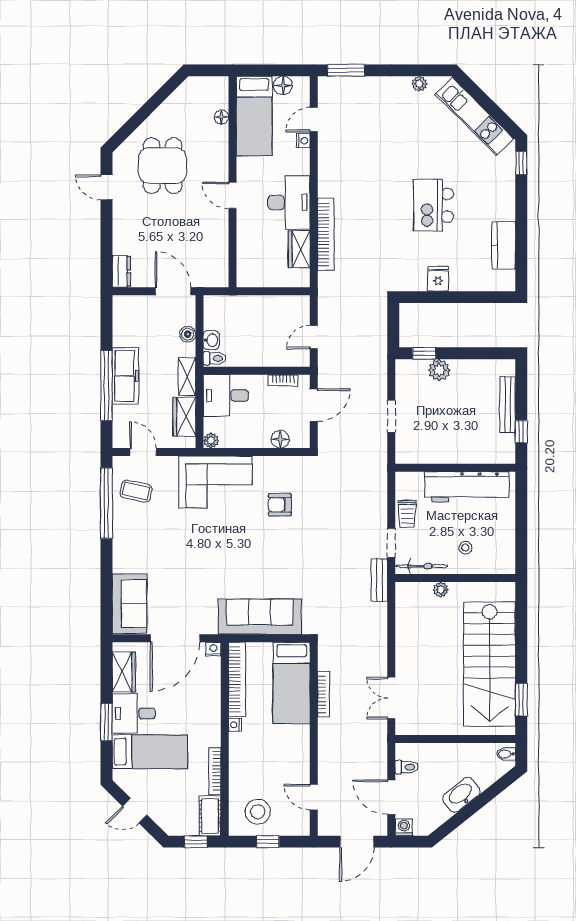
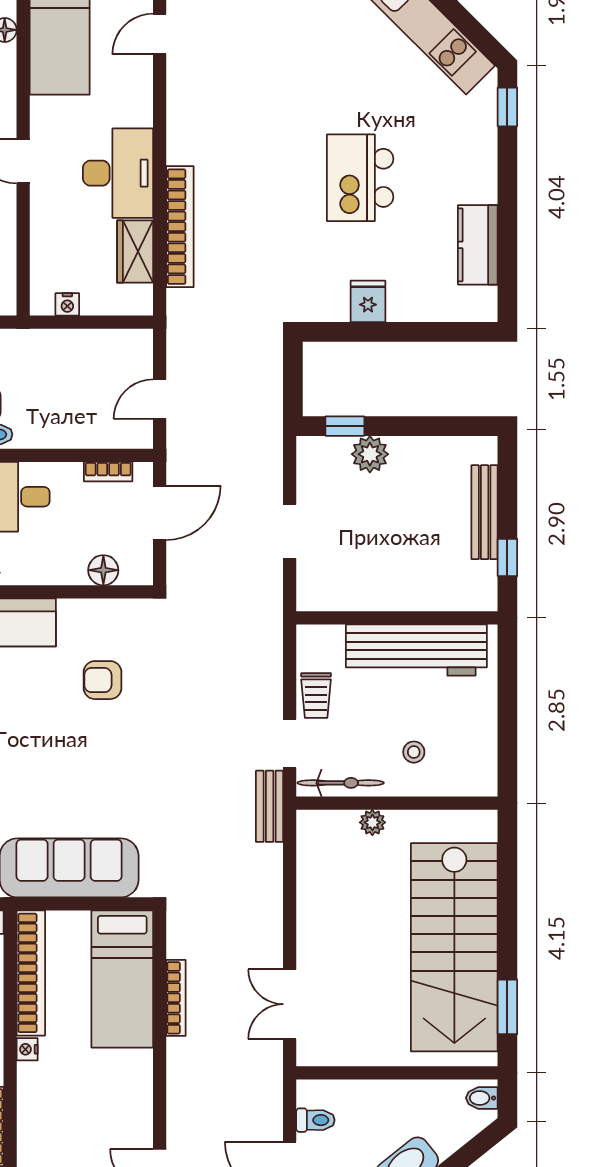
nightstand: (303, 141) -> (67, 304), moved, turned 90

